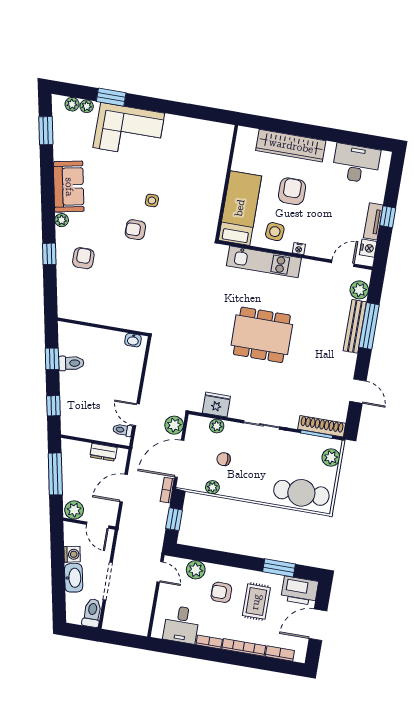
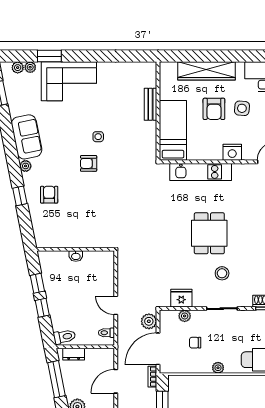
bench: (219, 173) -> (150, 104), added
armchair: (292, 191) -> (214, 109), turned 180
side table: (275, 232) -> (242, 108), moved
nightstand: (299, 249) -> (232, 152), width x1.89, depth x1.79
dining table: (262, 335) -> (209, 233), width x0.73
washbasin: (133, 340) -> (76, 256), moved
toilet: (71, 363) -> (64, 337), moved
stool: (269, 384) -> (222, 273), added
window: (53, 406) -> (42, 308), moved
door: (136, 415) -> (116, 305), moved
dresser: (103, 452) -> (74, 354), moved
plant: (212, 487) -> (218, 368), moved

